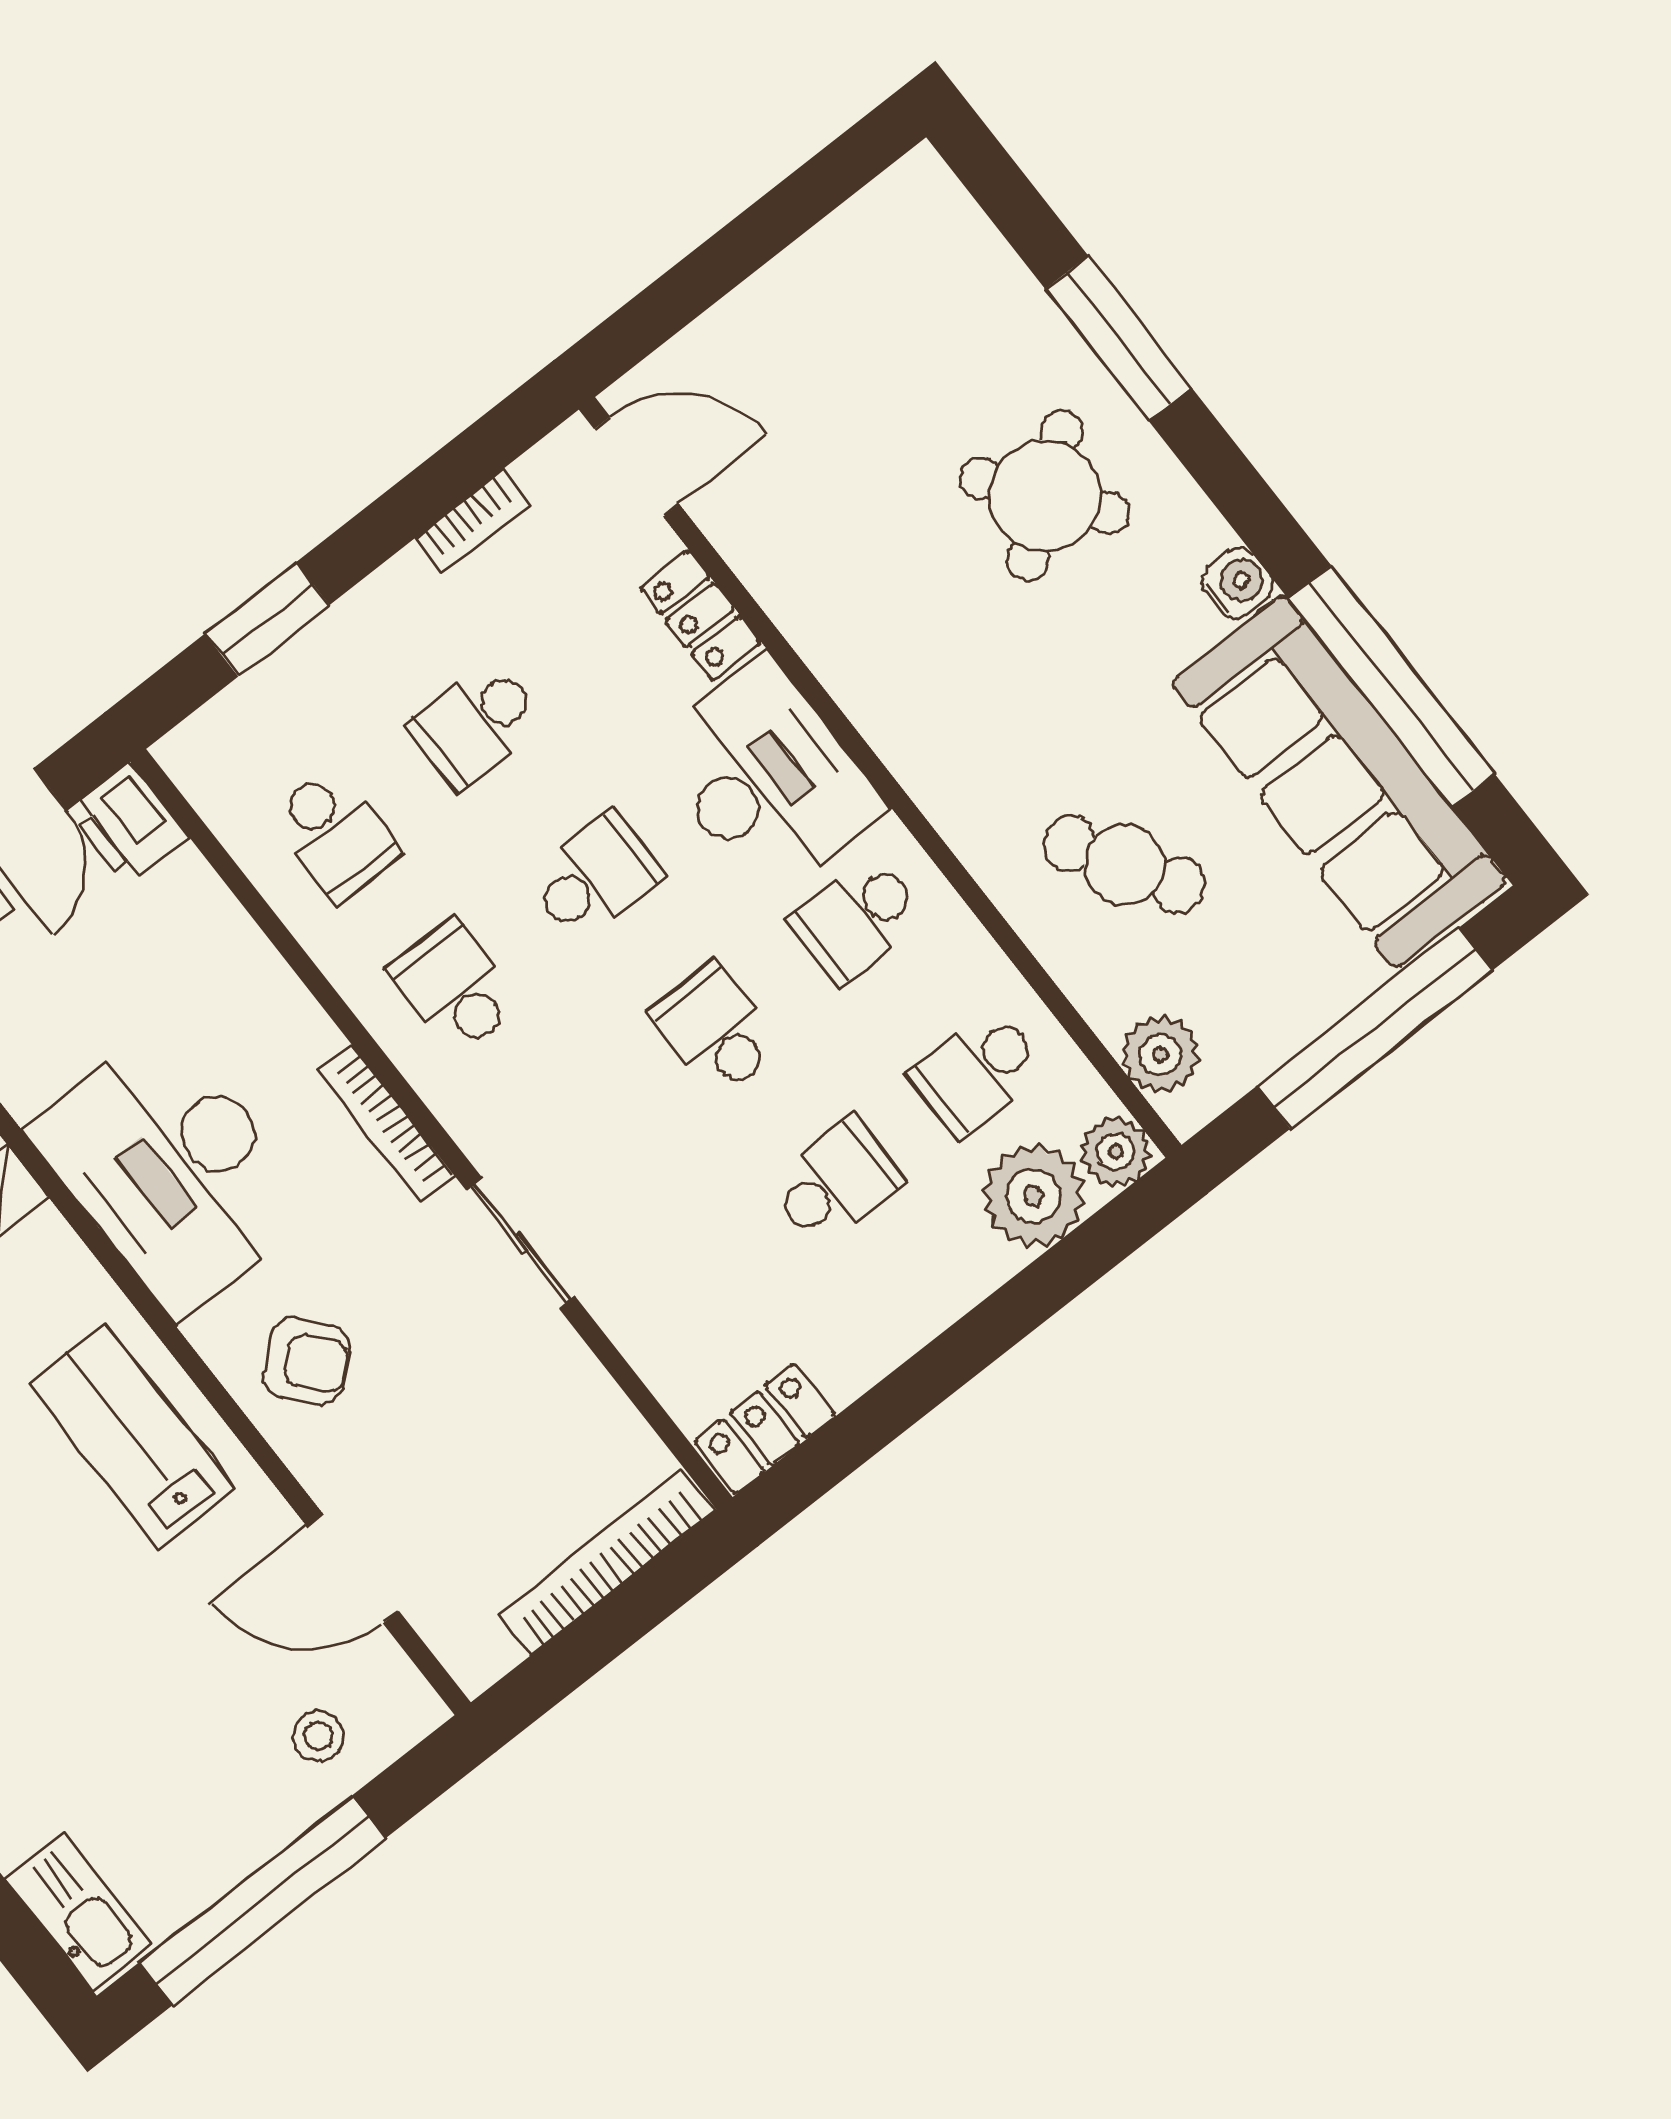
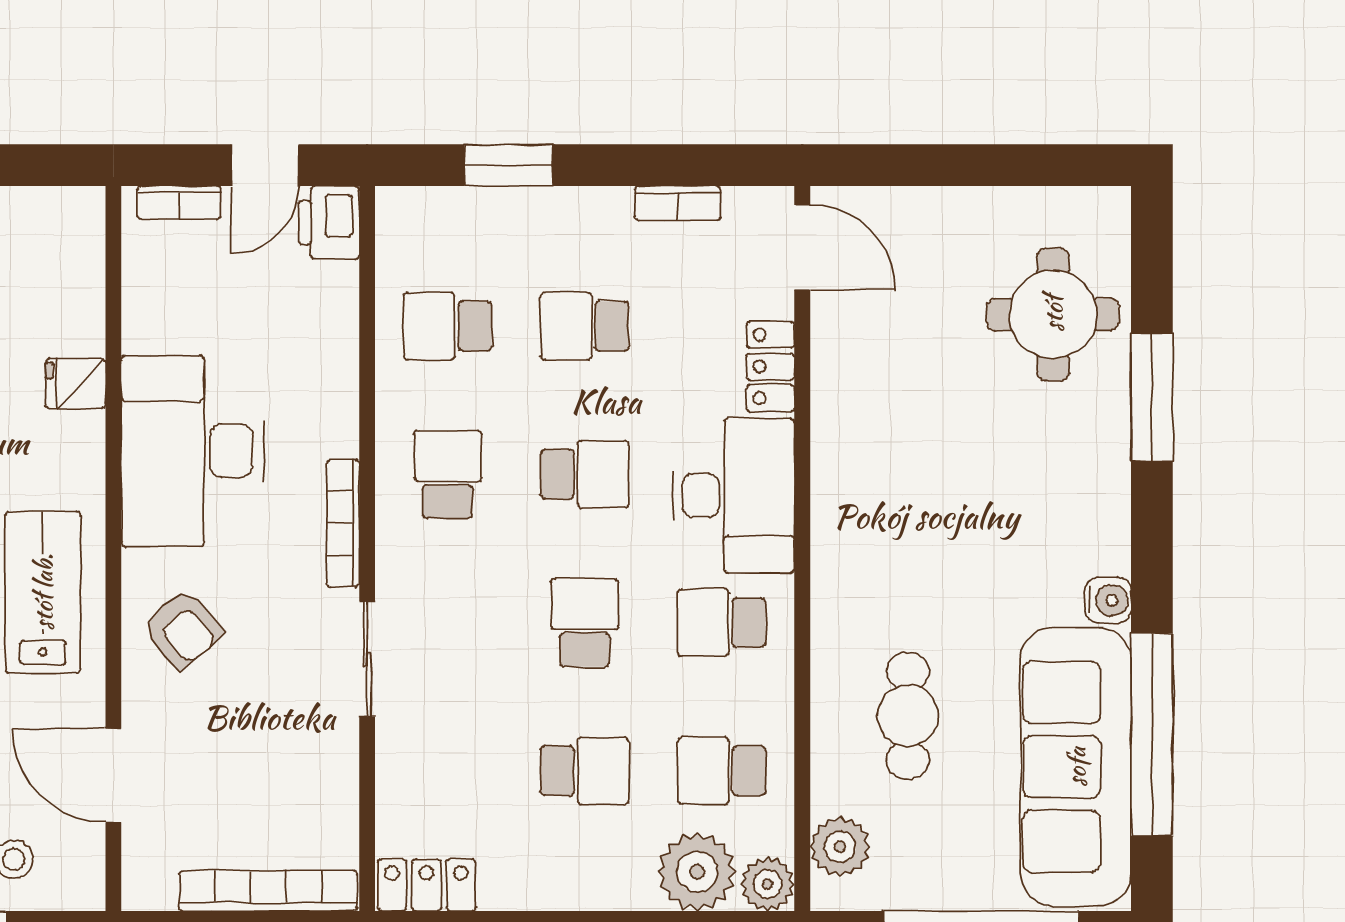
round table: (1045, 496) -> (1053, 314), moved, turned 37
school desk: (335, 835) -> (448, 326), turned 90
cafe table: (1124, 864) -> (908, 716), turned 31

